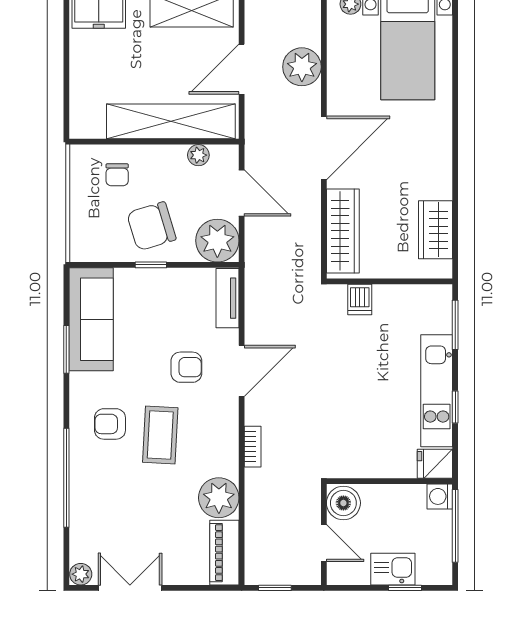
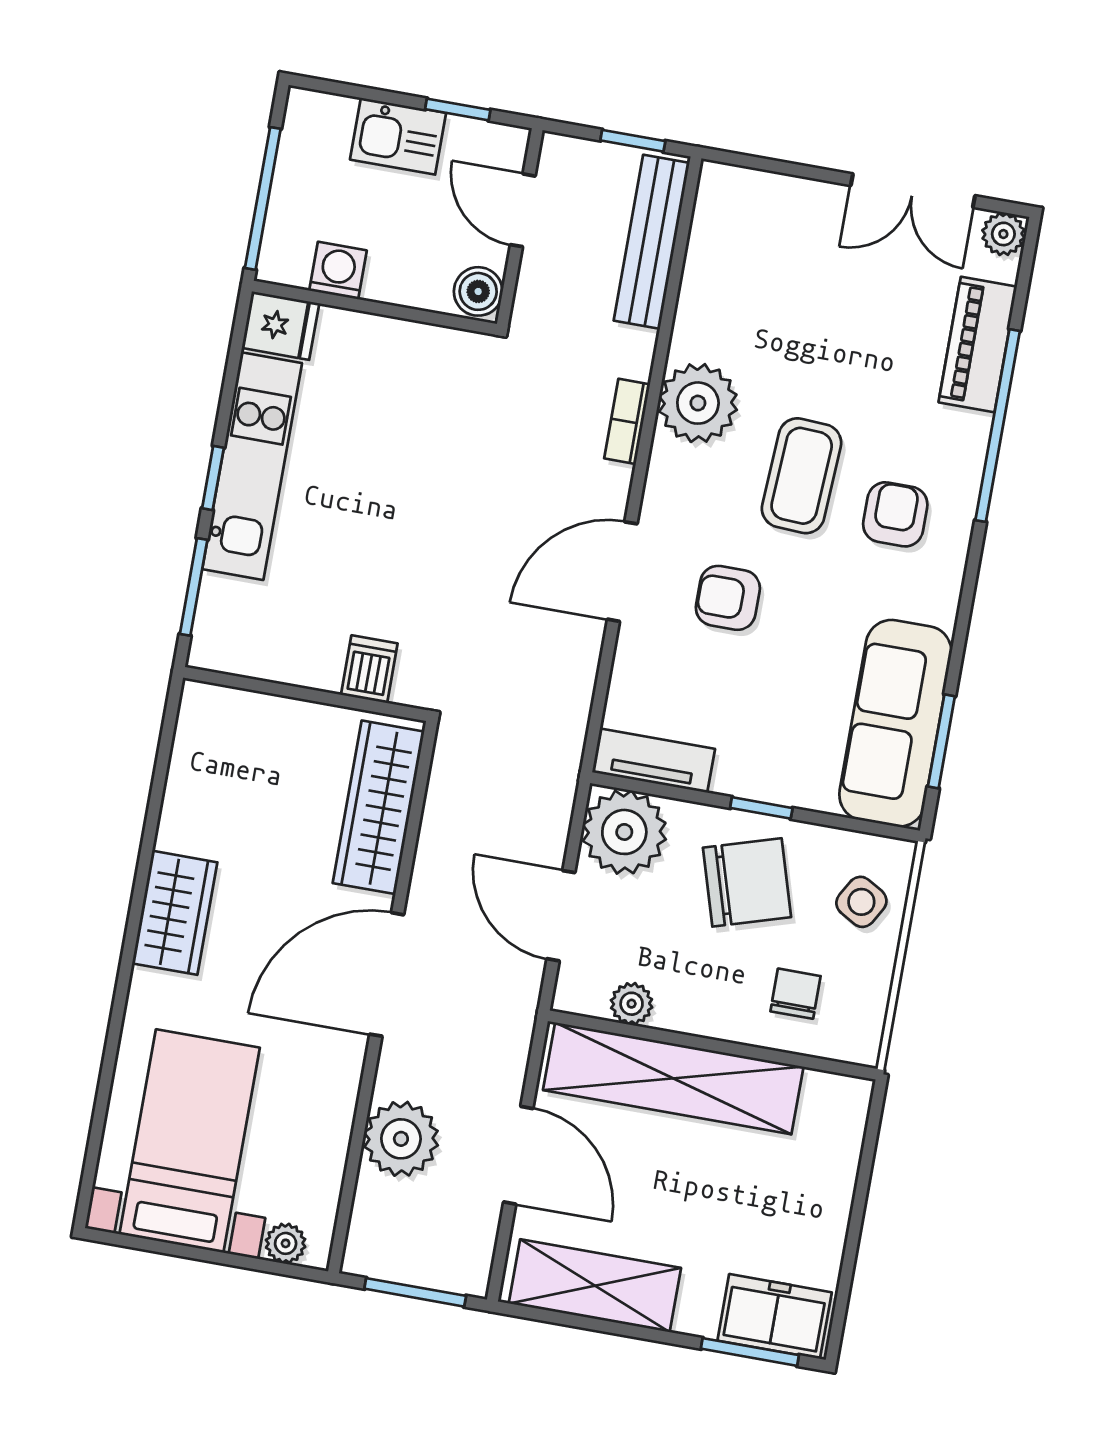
door: (242, 69) -> (518, 1155), hinge flipped
side table: (92, 227) -> (861, 902), added
wardrobe: (436, 230) -> (175, 913), moved
tv unit: (228, 298) -> (653, 761), moved, turned -90
window: (66, 349) -> (941, 741), moved
window: (455, 407) -> (213, 478), moved
armchair: (110, 424) -> (895, 514), turned -90
washing machine: (440, 496) -> (338, 270), moved, turned -90
plant: (219, 498) -> (698, 403), moved
boiler: (343, 503) -> (478, 291), width x0.73, depth x0.73
bench: (256, 539) -> (652, 242), added
piano: (224, 553) -> (978, 345), moved, turned 180
window: (405, 588) -> (458, 110), moved

